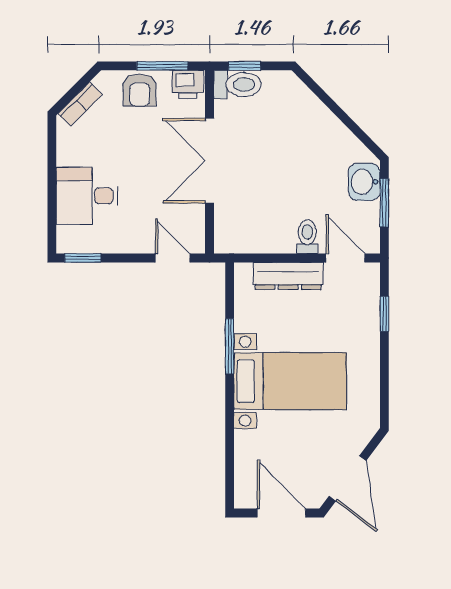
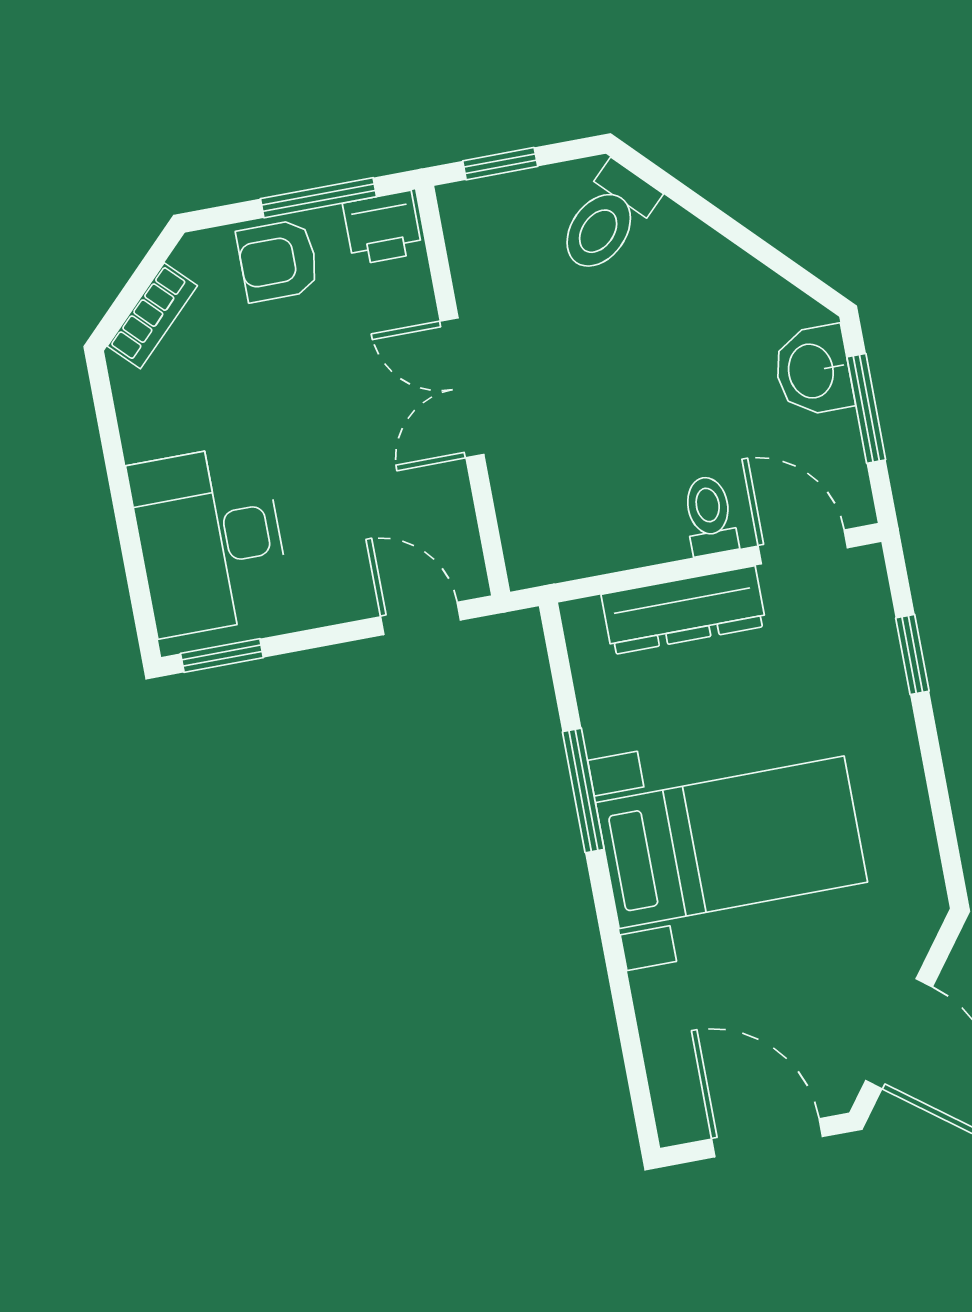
toilet: (237, 85) -> (607, 219), moved, turned 136
armchair: (140, 90) -> (278, 261), turned 90
double door: (210, 161) -> (462, 388), width x0.73
desk: (87, 196) -> (210, 540), width x1.37

